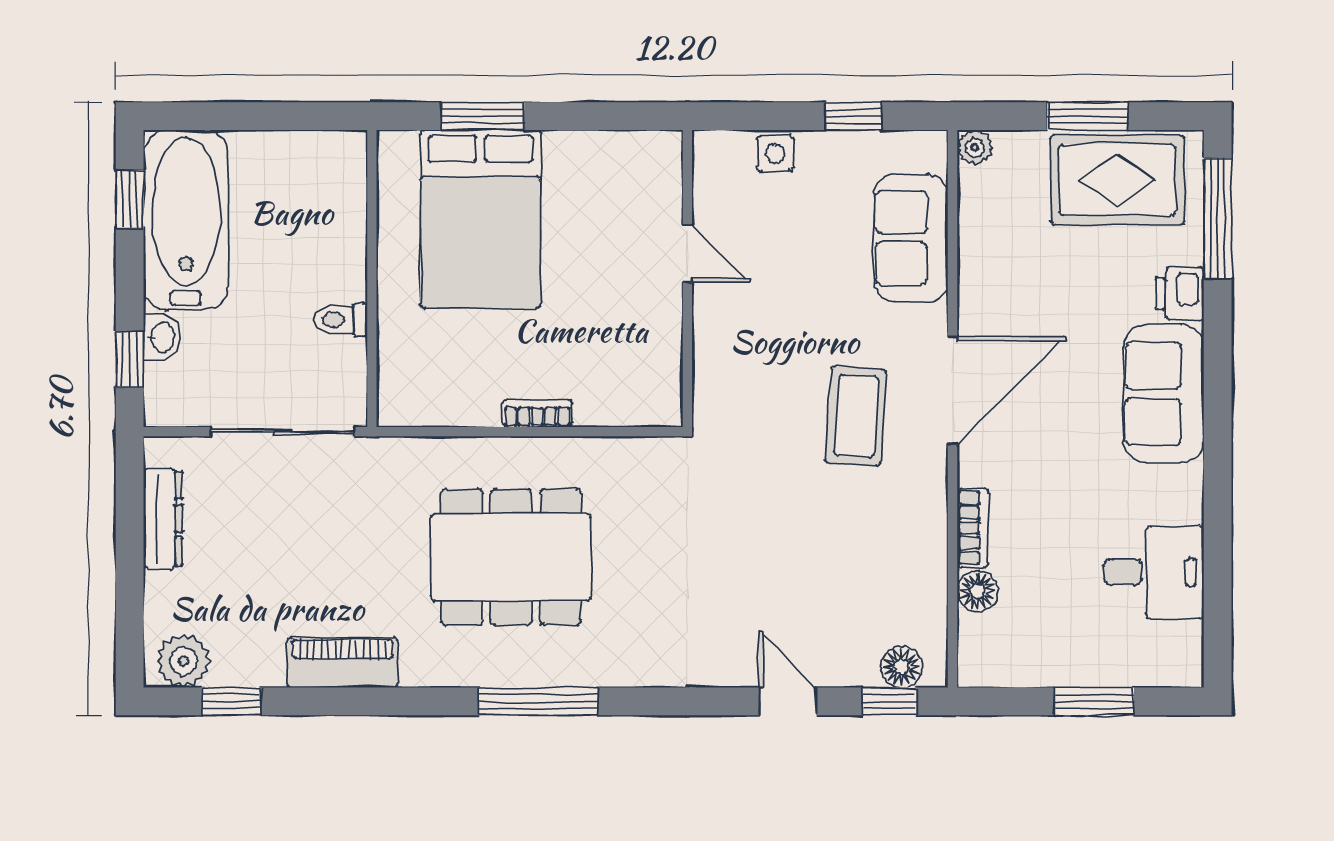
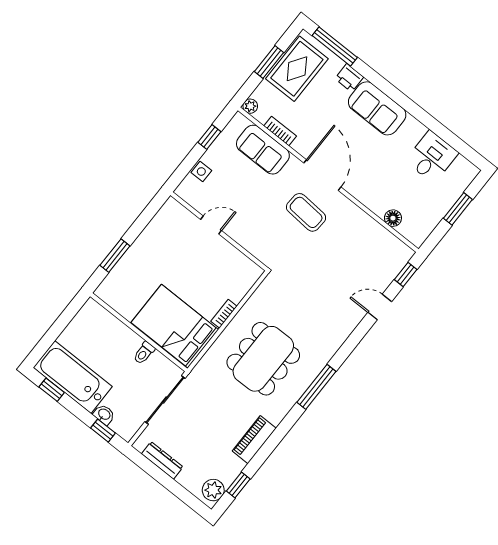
bed: (481, 219) -> (175, 326), moved, turned 180
bookcase: (973, 528) -> (280, 131), moved
floor lamp: (901, 667) -> (398, 262), removed

